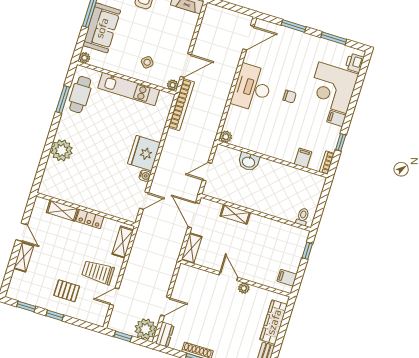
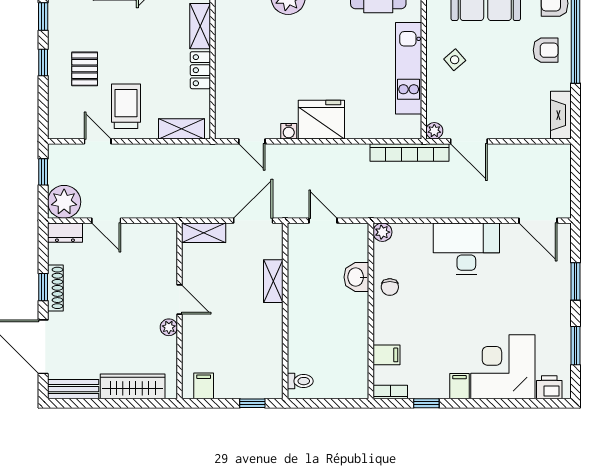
side table: (147, 62) -> (455, 60), moved
chair: (290, 97) -> (390, 287), moved
door: (229, 276) -> (180, 299), hinge flipped

